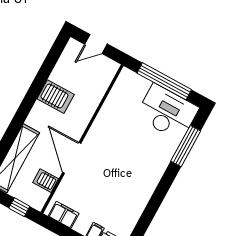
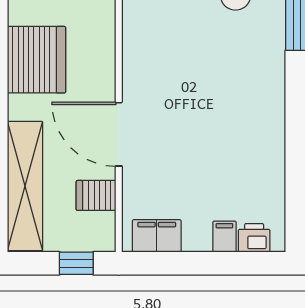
server rack: (56, 97) -> (37, 60), width x1.60

